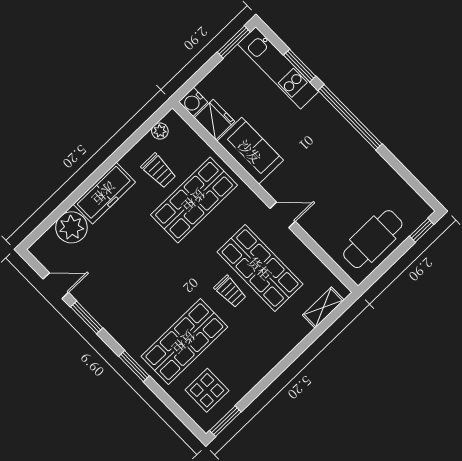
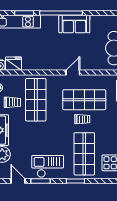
sofa: (250, 151) -> (74, 24), moved, turned 180
door: (56, 286) -> (18, 181), hinge flipped
checkout: (117, 307) -> (48, 166), added

